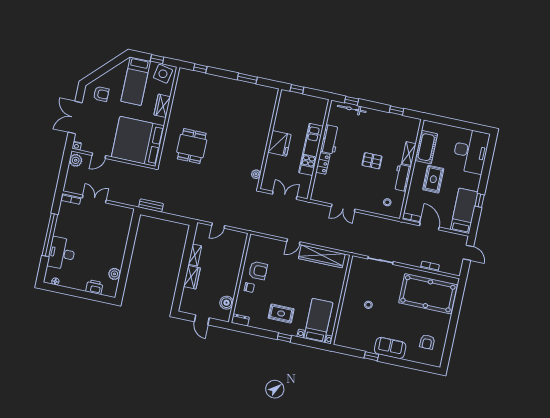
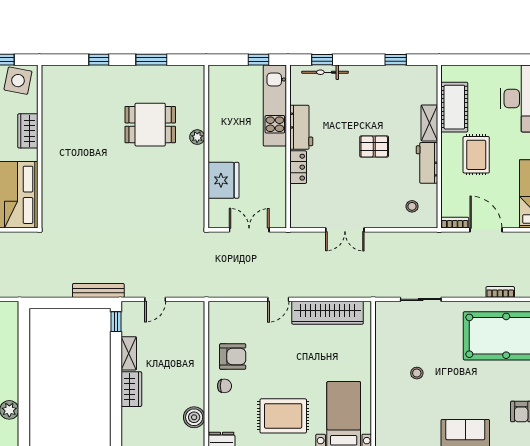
window: (200, 68) -> (99, 60), moved
window: (297, 89) -> (258, 60), moved
fridge: (279, 143) -> (223, 180), moved
dining table: (192, 146) -> (150, 125), moved, turned 90
kitchen unit: (311, 149) -> (275, 106), moved
plant: (256, 174) -> (197, 137), moved
bench: (151, 205) -> (98, 291), moved, width x1.36
window: (191, 234) -> (116, 322), added
rug: (281, 313) -> (283, 416), width x1.36, depth x1.43

